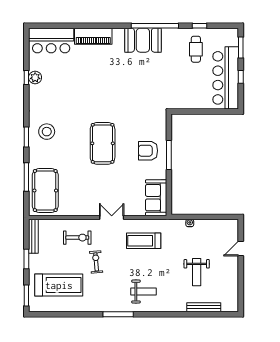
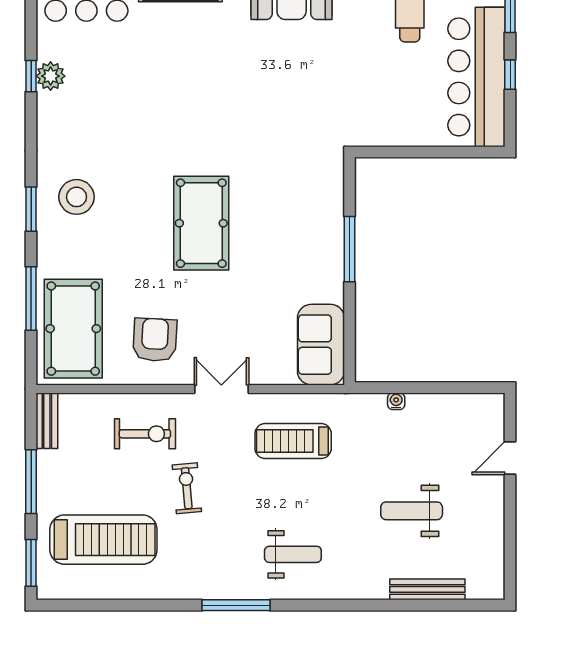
armchair: (148, 151) -> (155, 340), moved, turned 93
bench: (33, 236) -> (47, 421), width x0.73
window: (26, 259) -> (31, 482), width x1.44
weight bench: (197, 272) -> (412, 511), turned 90

